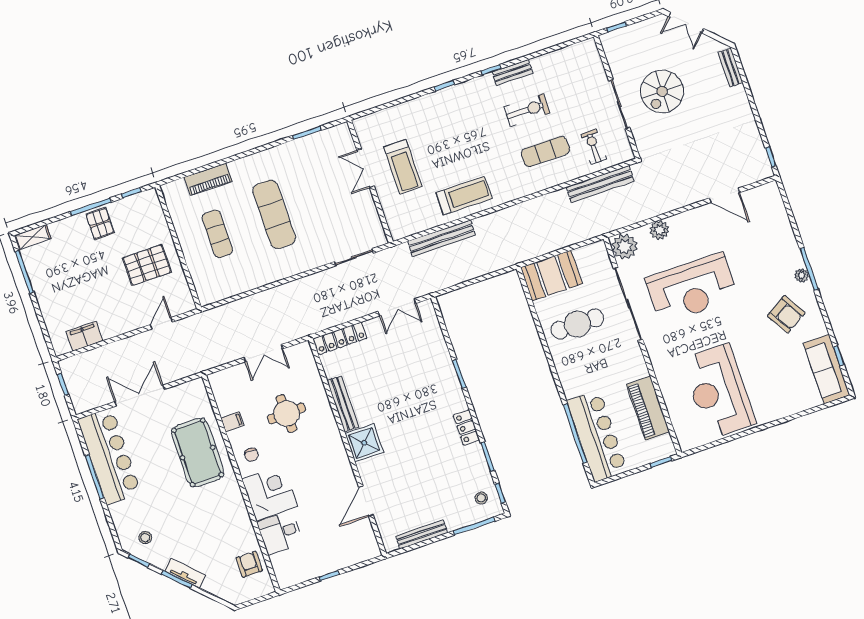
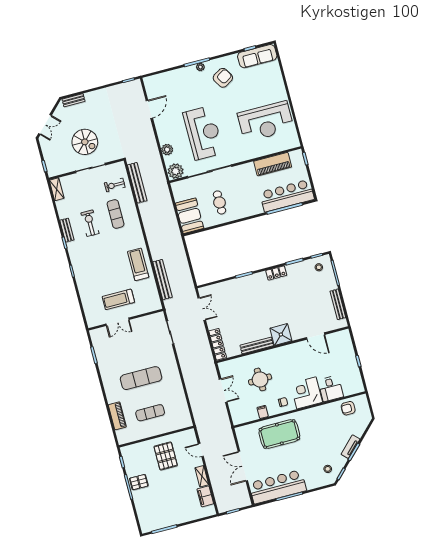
shelving: (580, 50) -> (57, 189), added
treadmill: (403, 167) -> (118, 299), turned 180
shelving: (33, 237) -> (202, 476), moved
cafe table: (577, 324) -> (219, 202), width x0.73, depth x0.74

